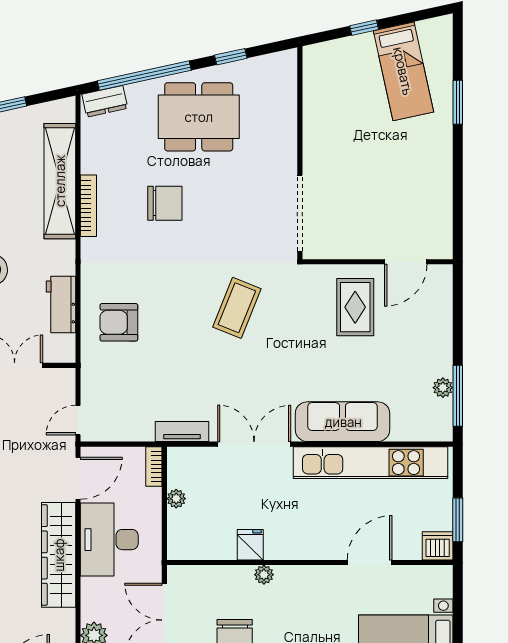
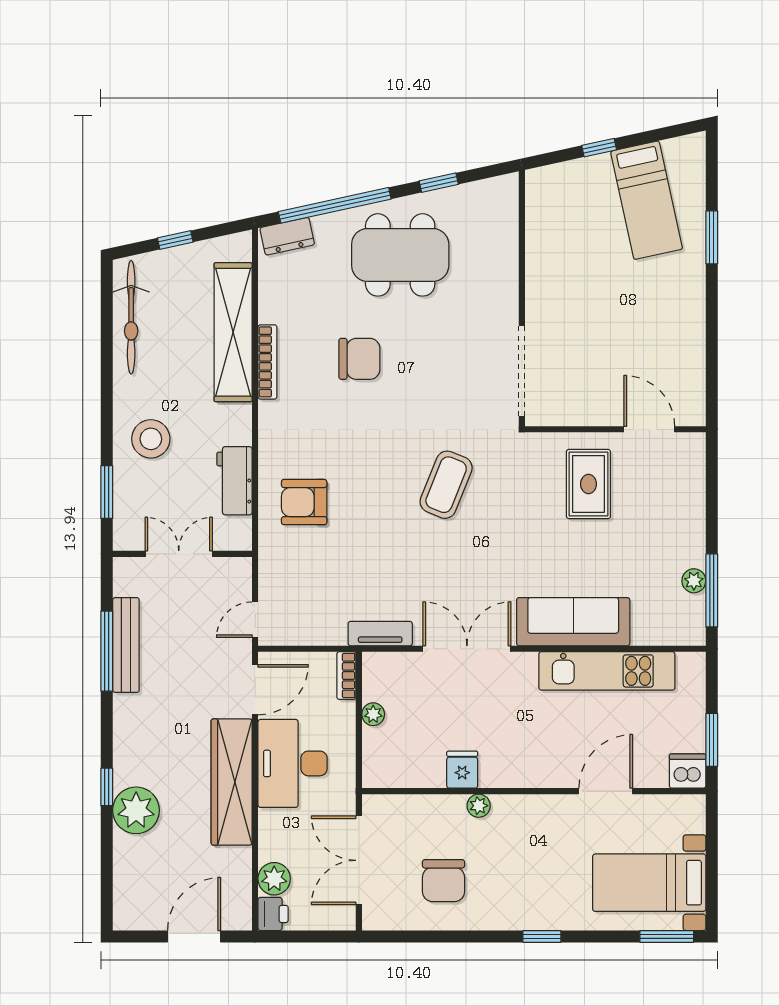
door: (406, 262) -> (649, 429), swing flipped
kitchen unit: (371, 463) -> (607, 671), width x0.73

